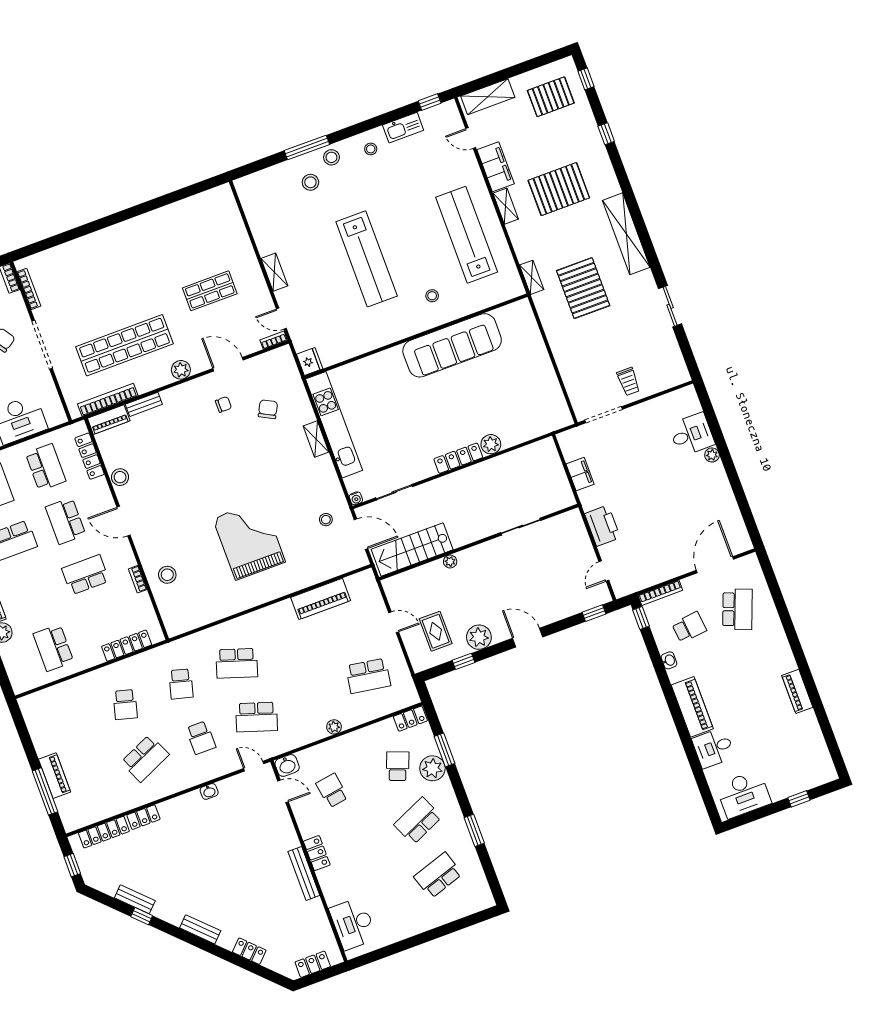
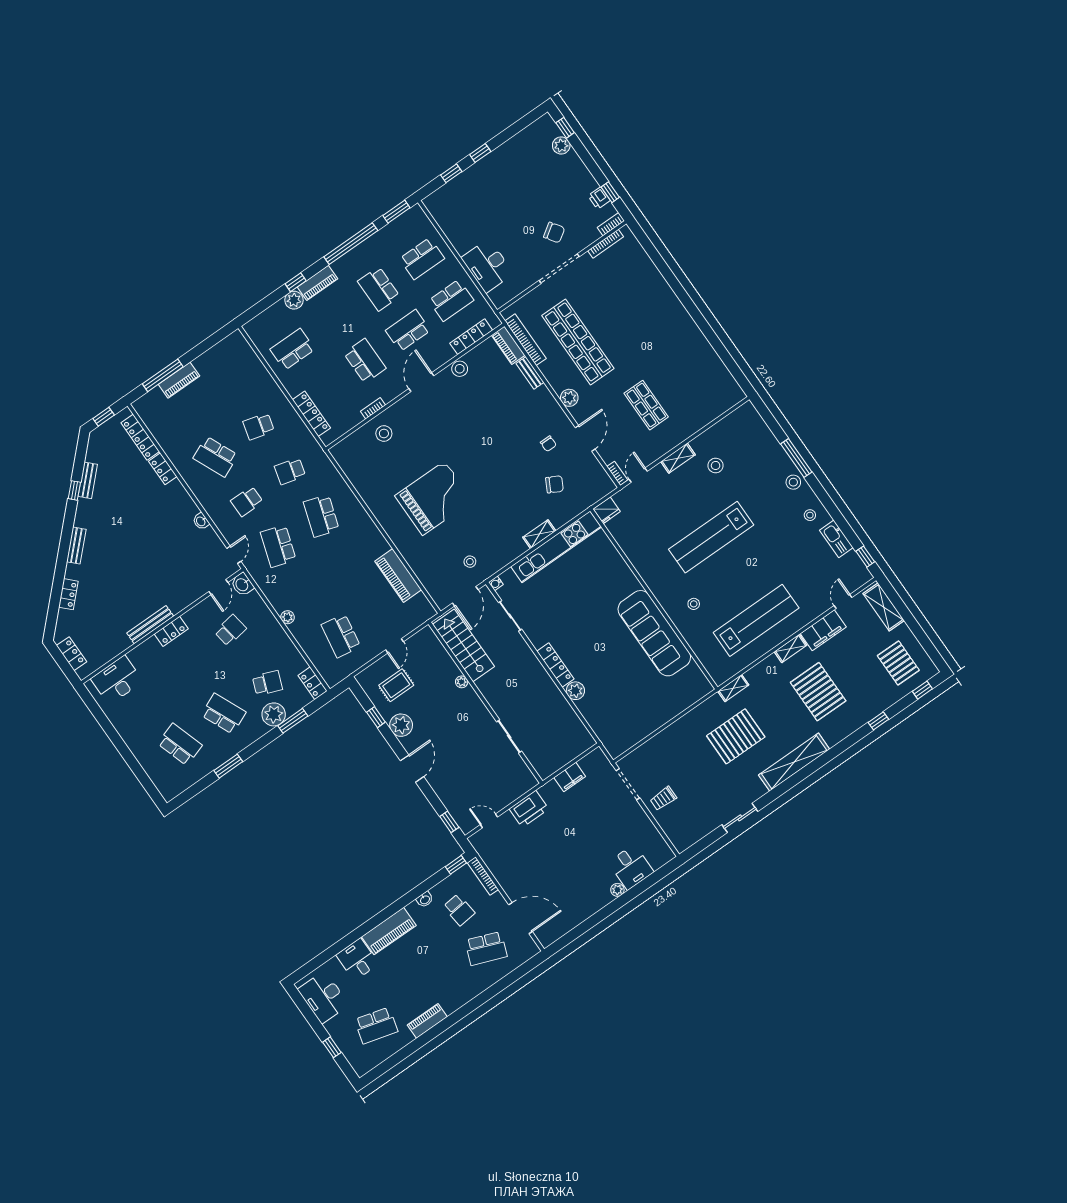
stool: (310, 182) -> (716, 465), moved
school desk: (788, 746) -> (376, 1026), added

